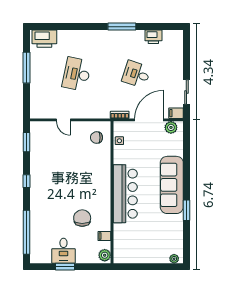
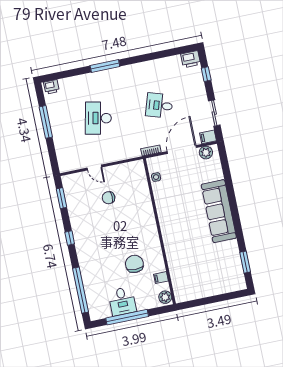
window: (122, 27) -> (105, 66), moved
printer: (153, 37) -> (191, 59), moved
printer: (44, 39) -> (51, 87), width x0.53, depth x0.68
window: (186, 54) -> (206, 74), added
chair: (96, 138) -> (109, 198), moved
bar counter: (125, 194) -> (173, 230), removed
window: (186, 210) -> (245, 262), moved
plant: (174, 259) -> (237, 286), removed
window: (65, 267) -> (127, 317), width x2.11

